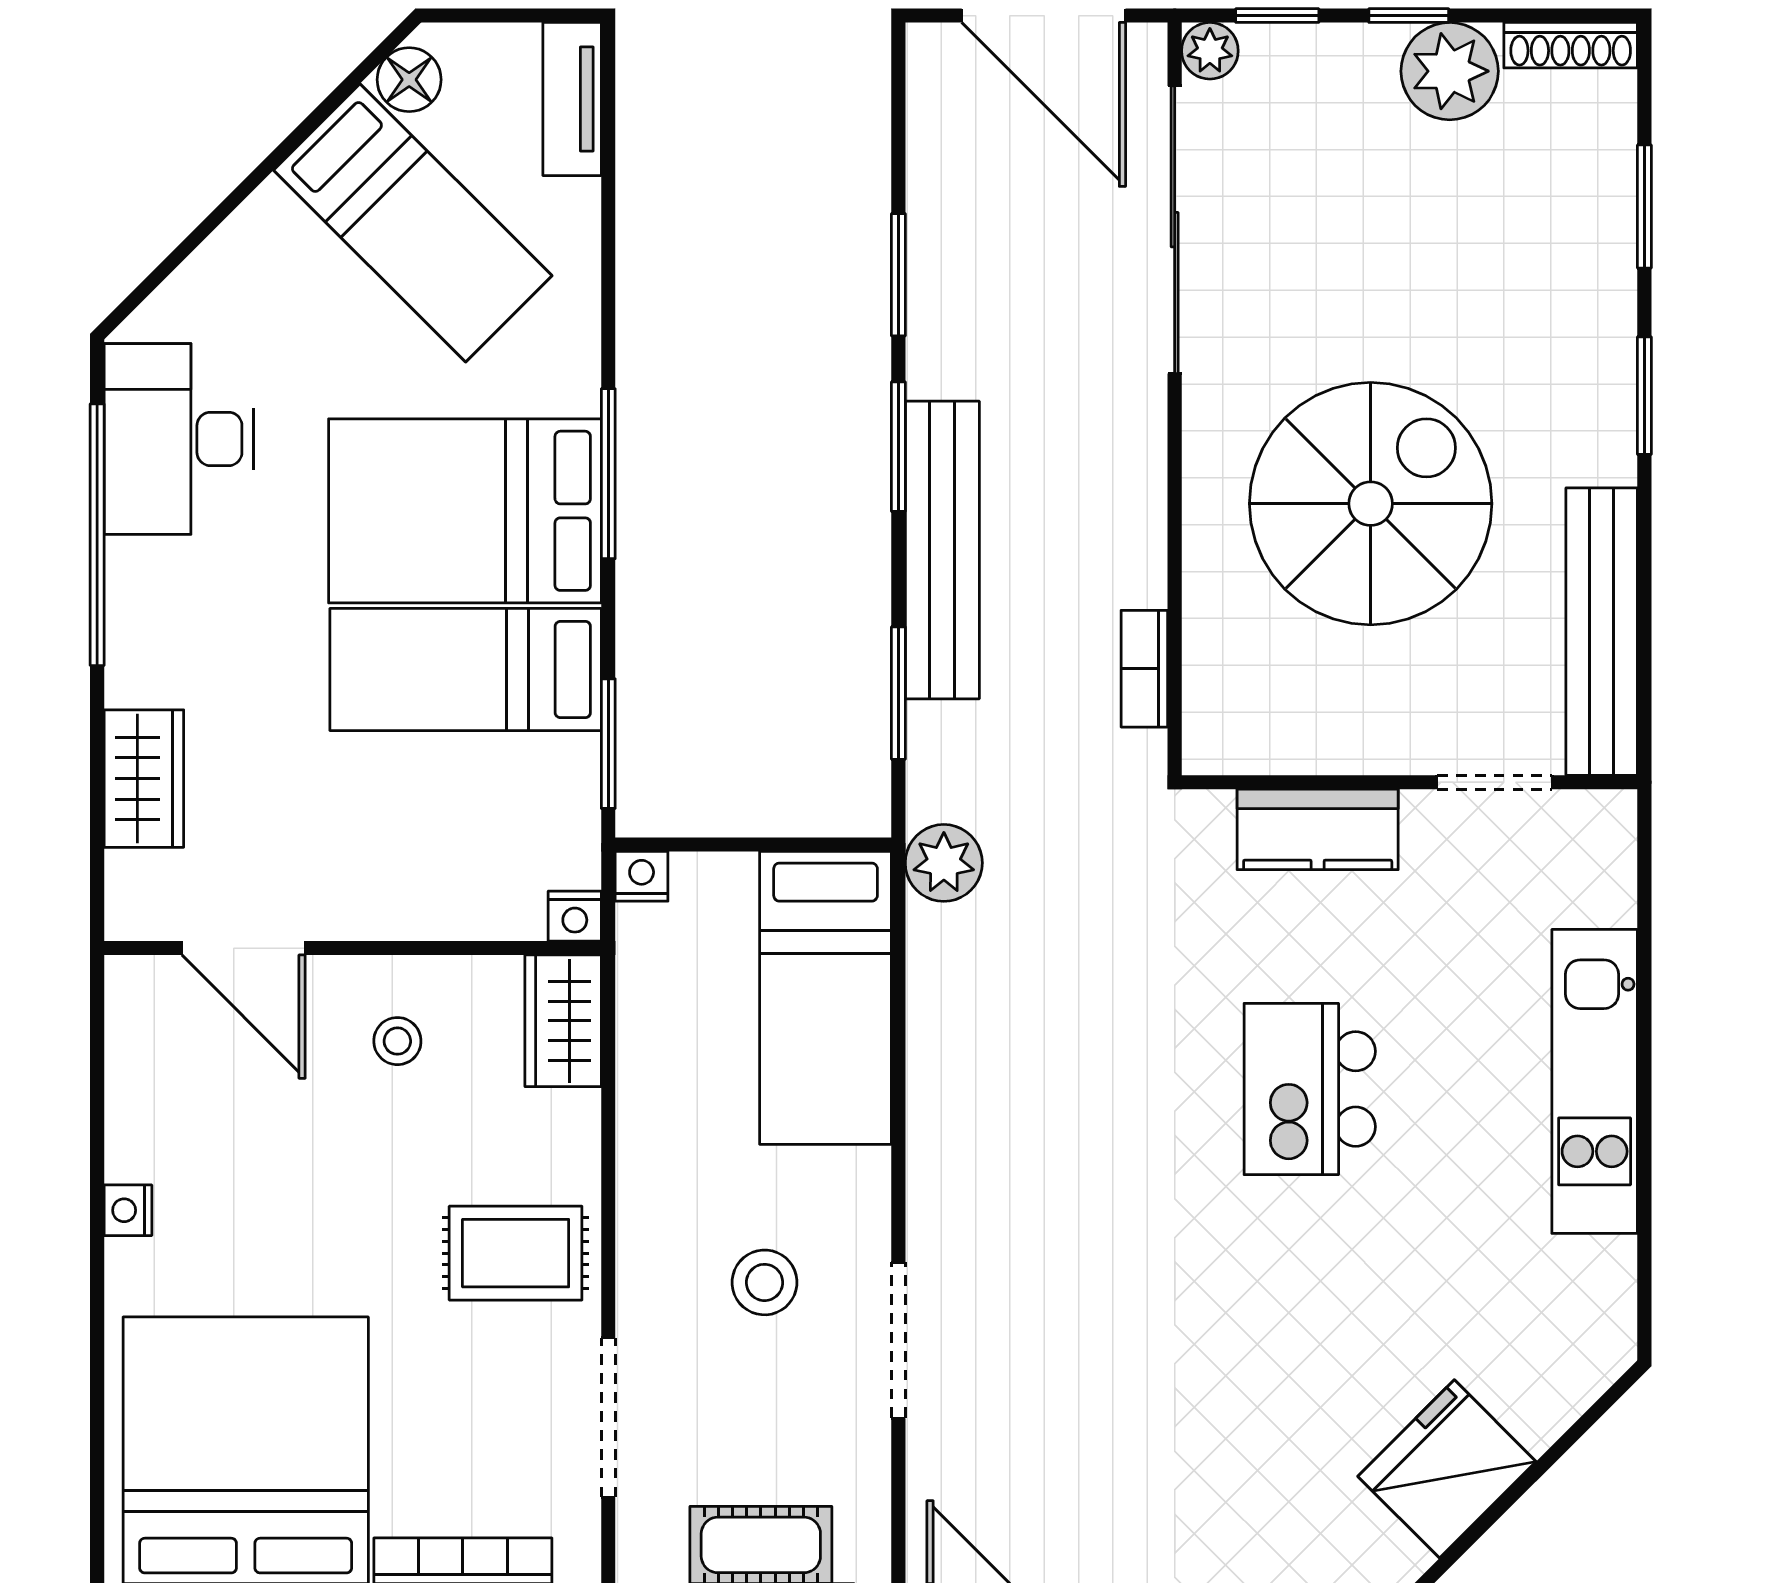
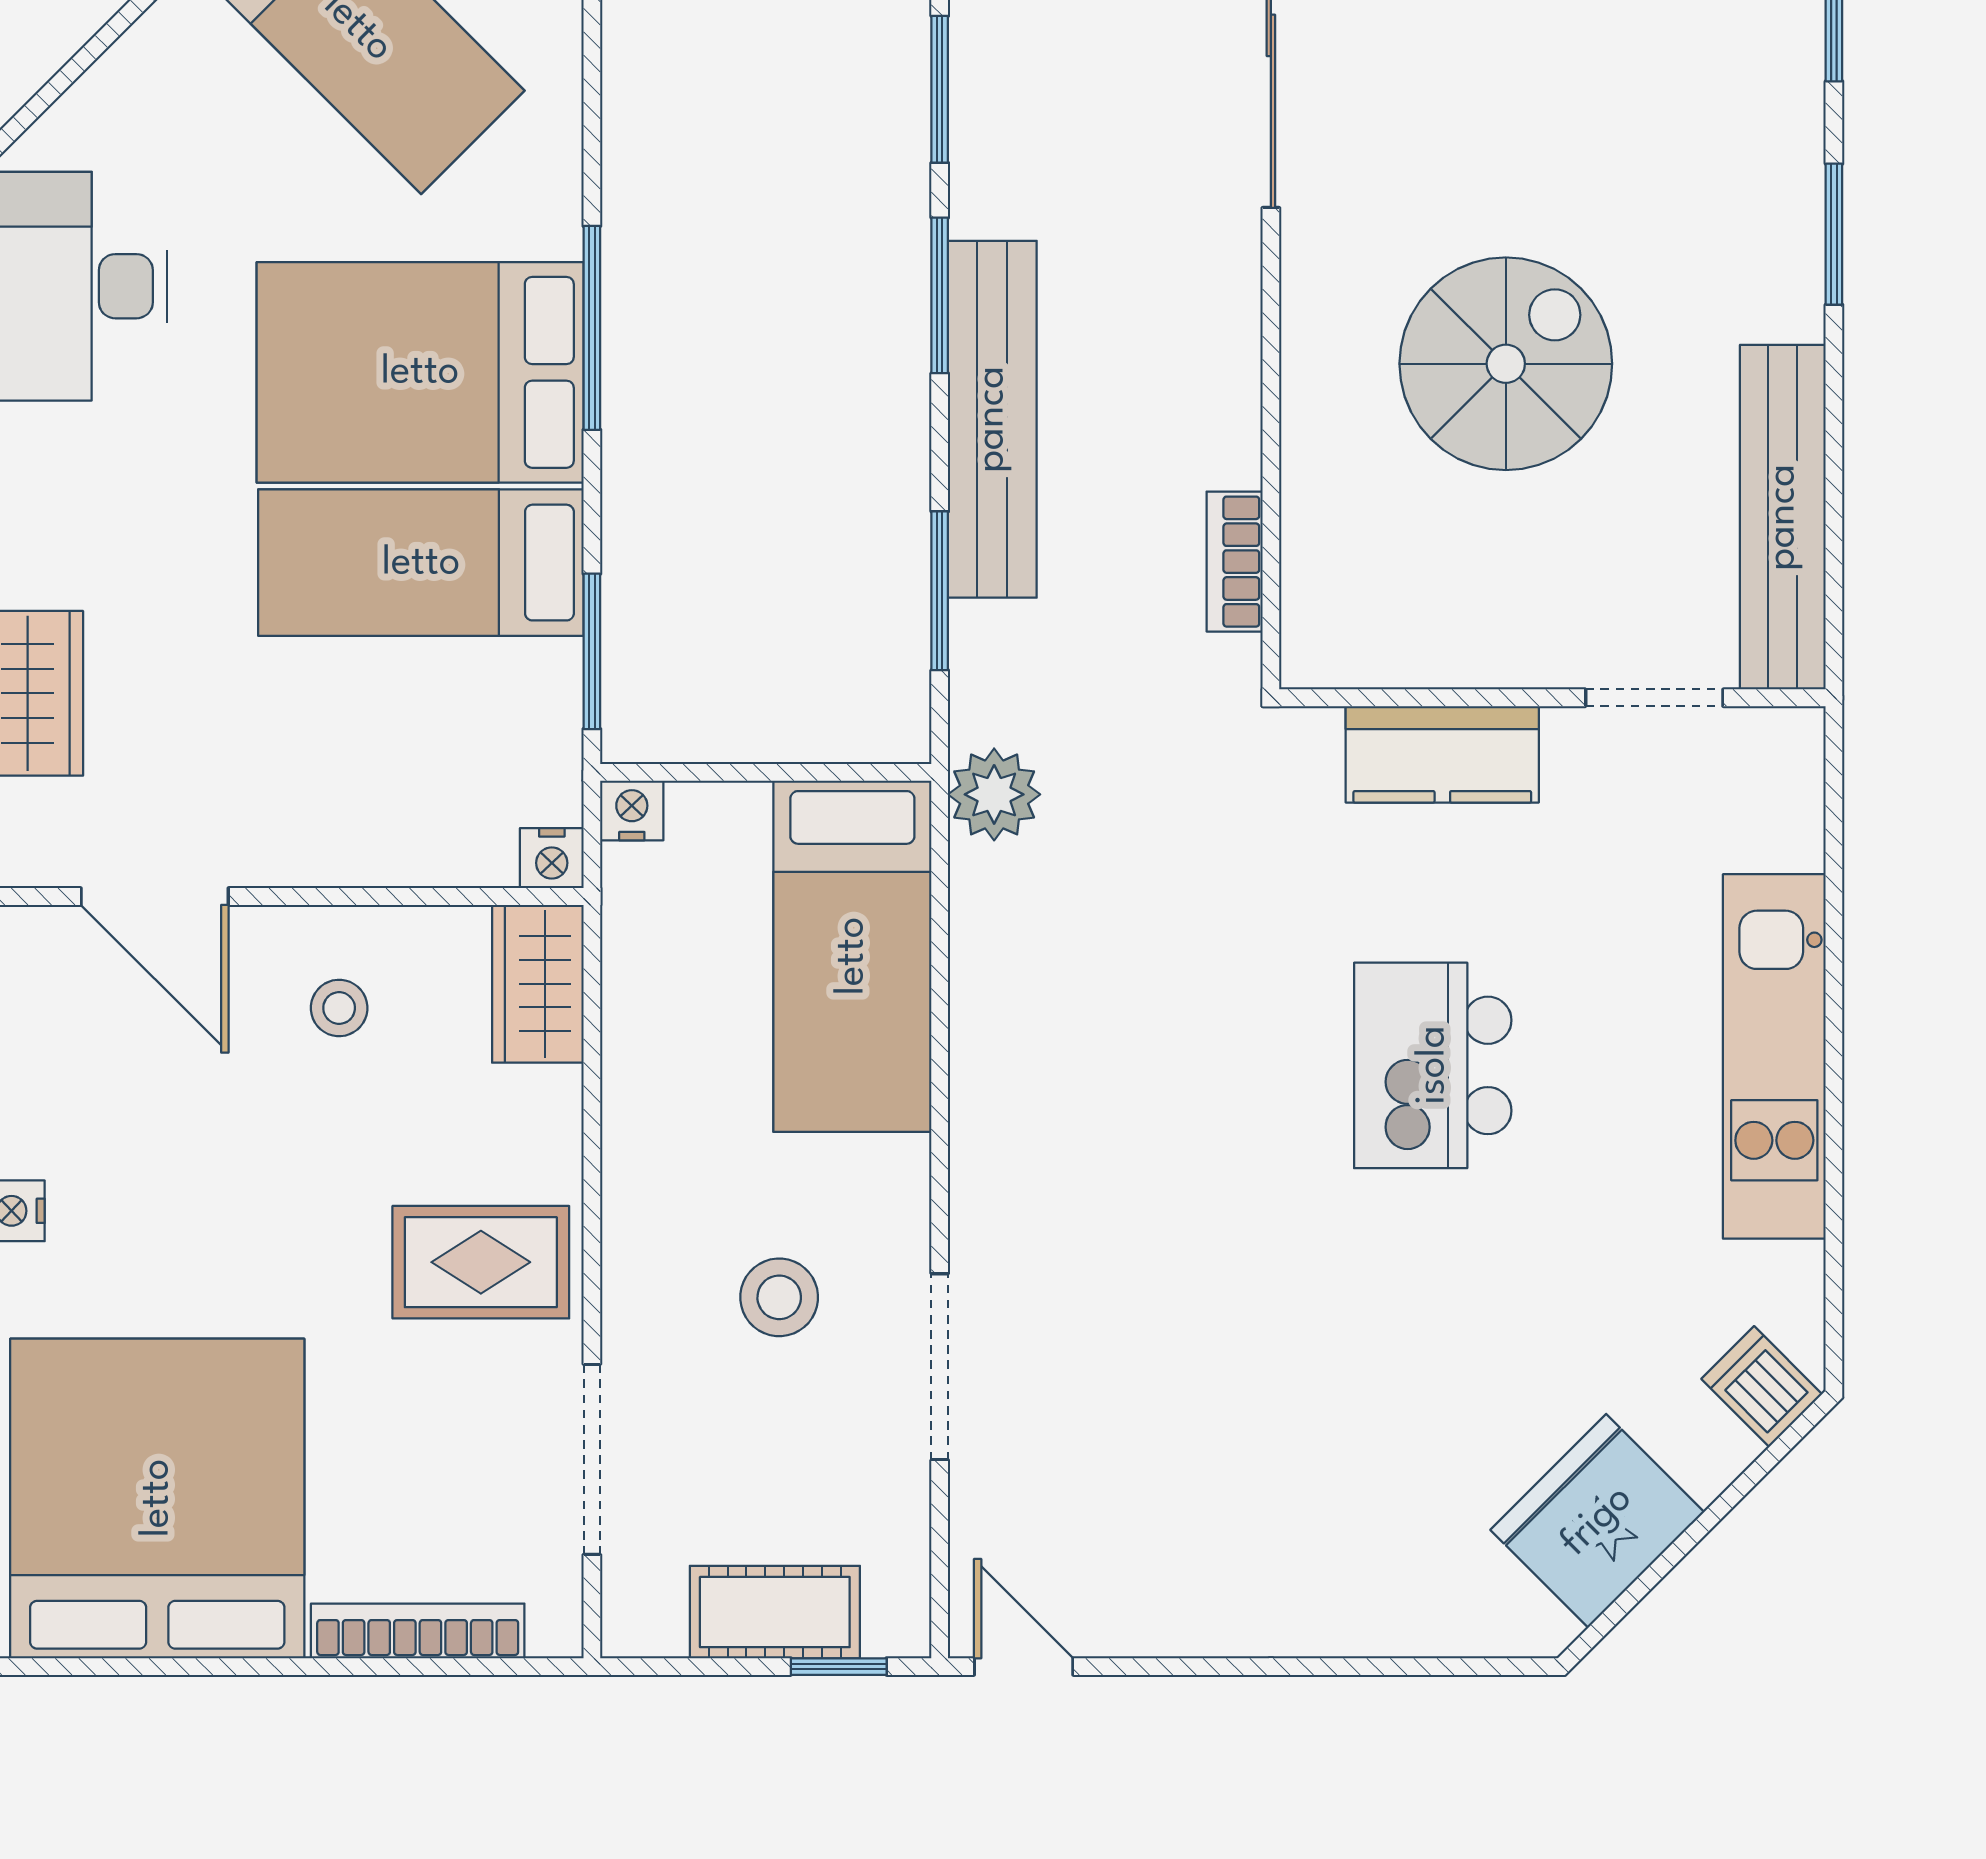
spiral stairs: (1371, 504) -> (1506, 364), width x0.73, depth x0.73
dishwasher: (1584, 1357) -> (1762, 1386), added

